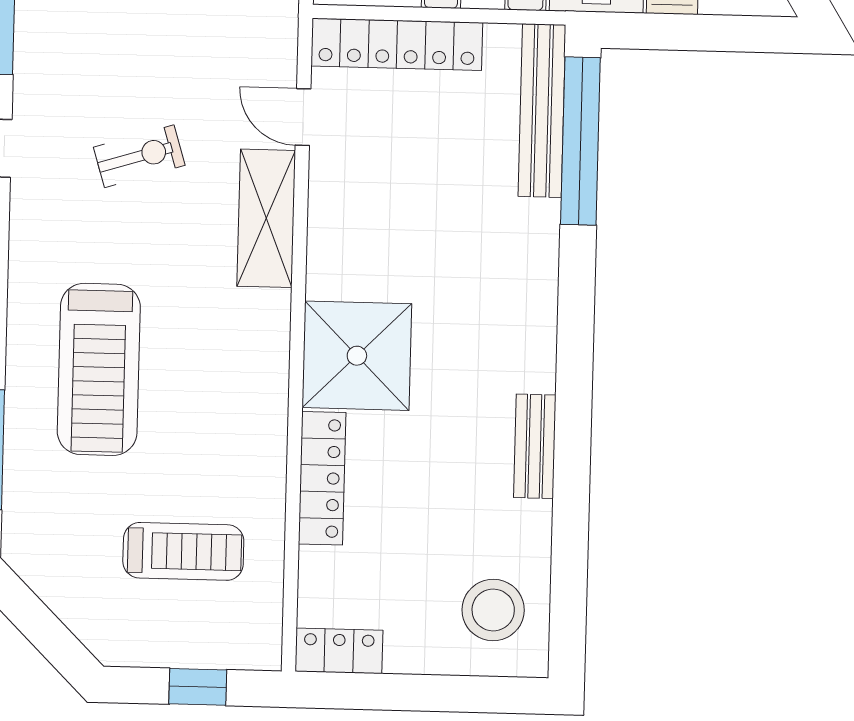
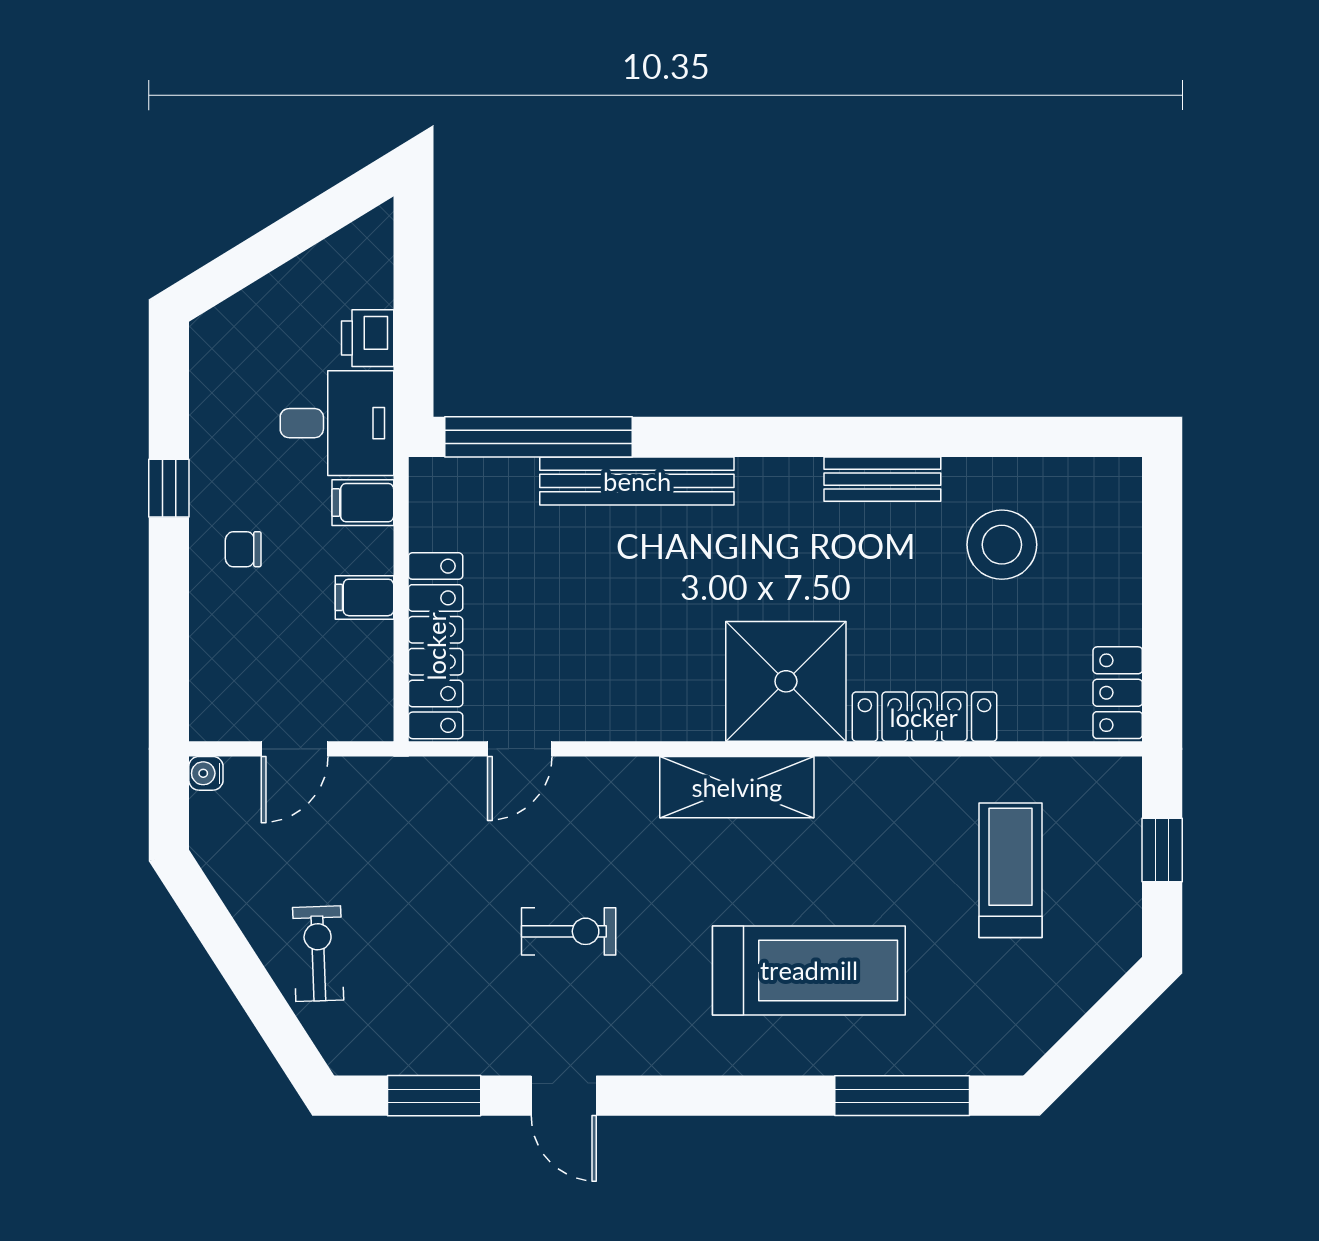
bench: (542, 111) -> (637, 481), moved
exercise bike: (139, 156) -> (569, 931), turned 107
shelving: (266, 218) -> (737, 787), moved
stool: (493, 610) -> (1002, 545), moved

